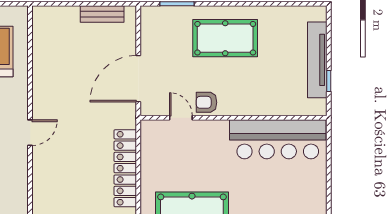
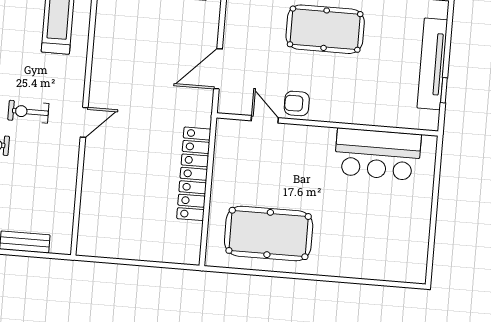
door: (138, 79) -> (218, 69), width x0.73
bar counter: (278, 139) -> (378, 154), width x0.73

